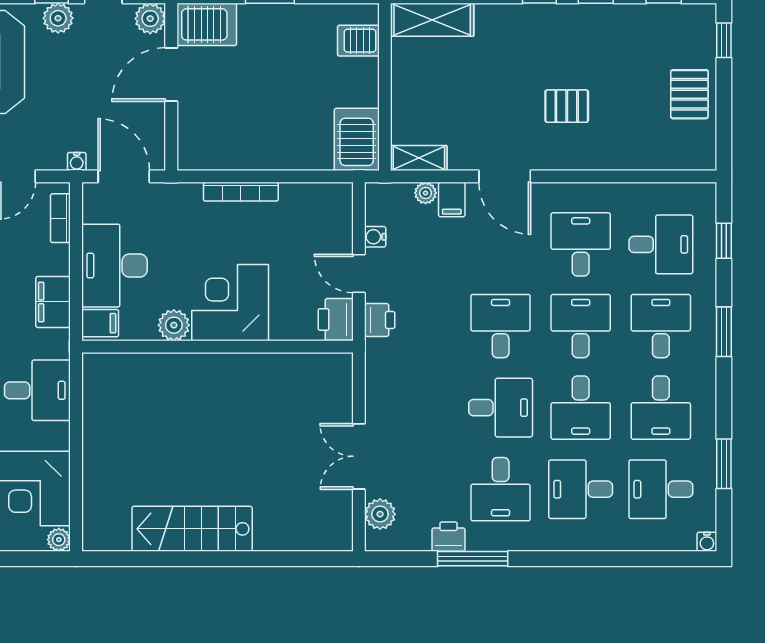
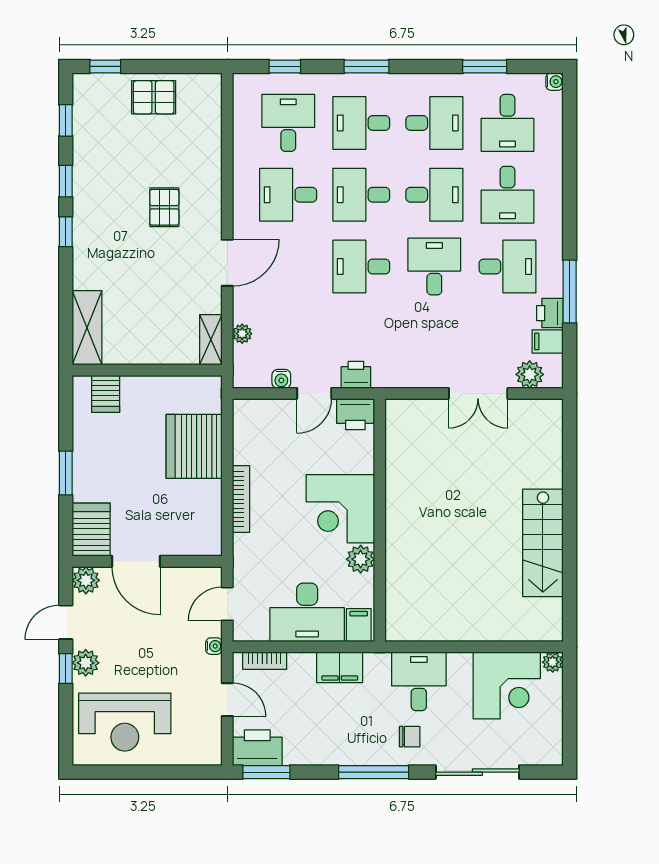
server rack: (357, 139) -> (194, 446), moved, width x1.60
door: (124, 176) -> (227, 604), width x0.73
filing cabinet: (452, 200) -> (548, 341), moved, turned 180

